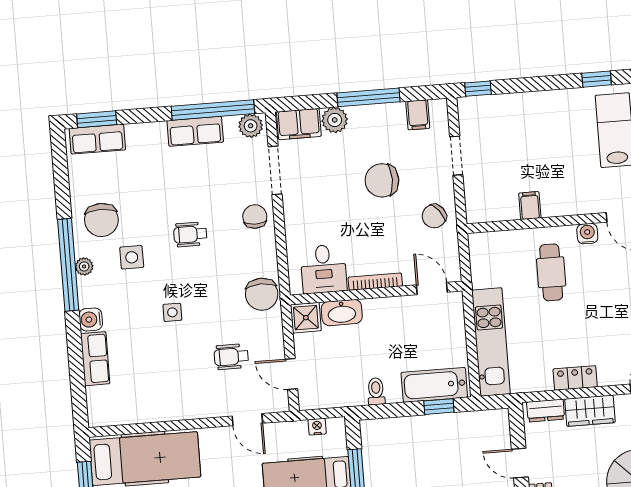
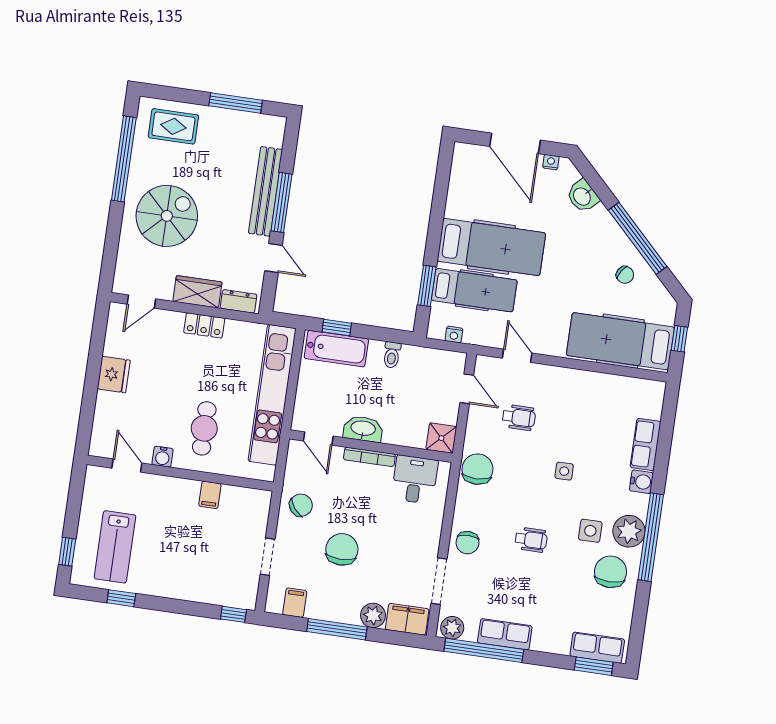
chair: (382, 180) -> (342, 549), turned -90
plant: (84, 266) -> (629, 531), width x1.88, depth x1.88
washbasin: (342, 313) -> (363, 429), moved
kitchen unit: (491, 342) -> (272, 395), width x1.36

